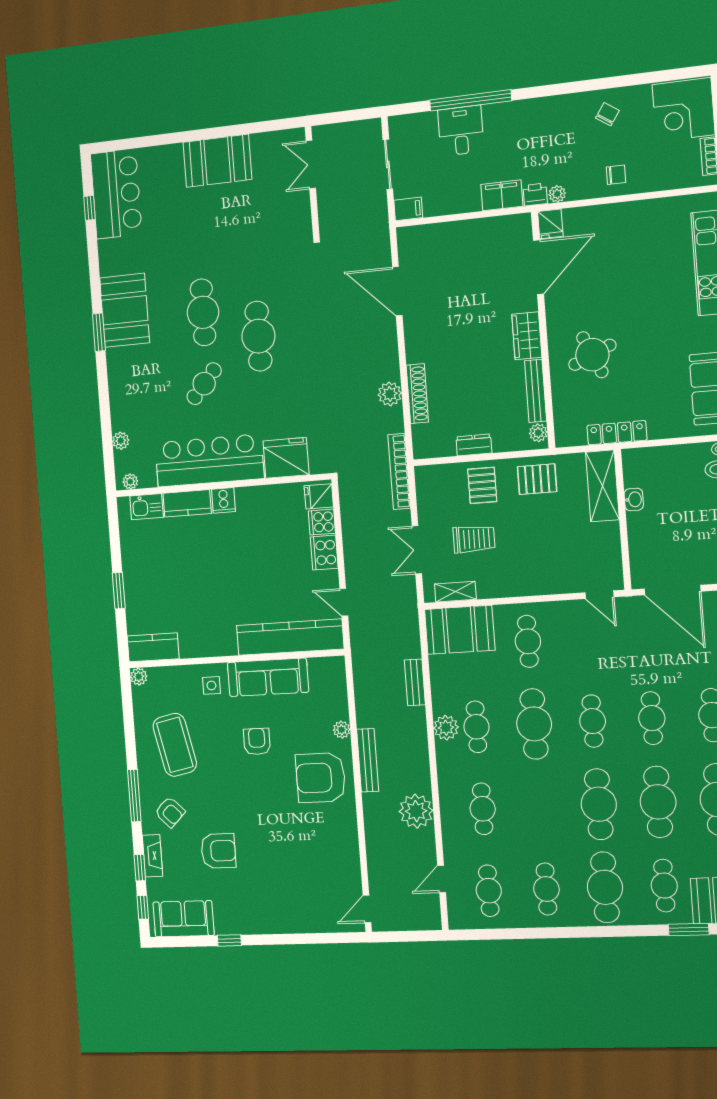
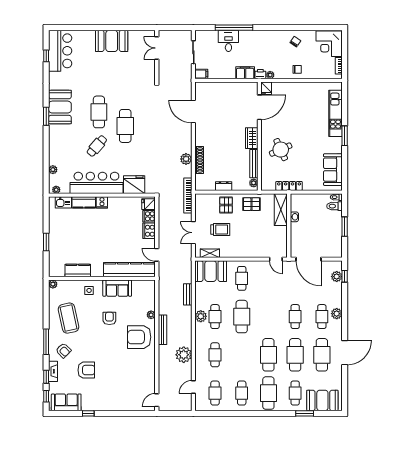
kitchen counter: (153, 647) -> (78, 270), moved
sofa: (268, 677) -> (117, 288), width x0.73
cafe table: (593, 721) -> (268, 317), removed

